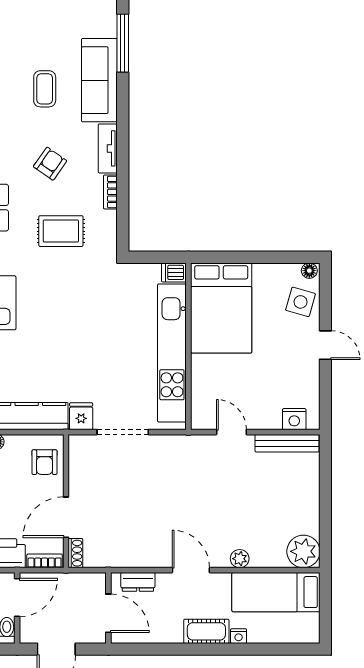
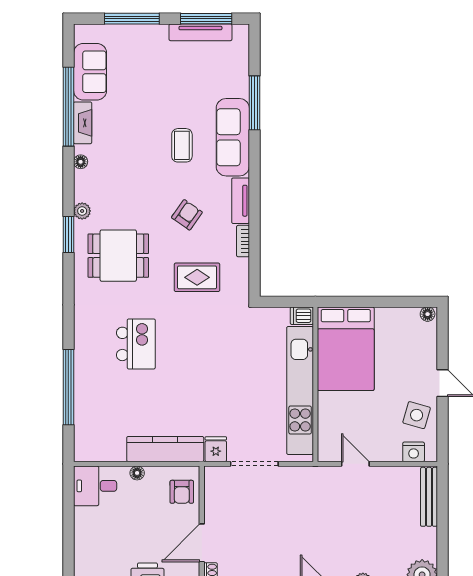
side table: (301, 302) -> (417, 415), moved
bench: (287, 443) -> (429, 497), moved, turned 90

